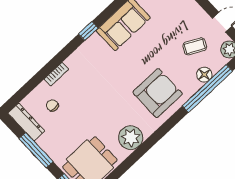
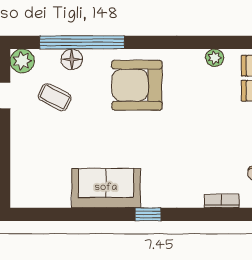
plant: (131, 138) -> (215, 58), width x0.53, depth x0.53

